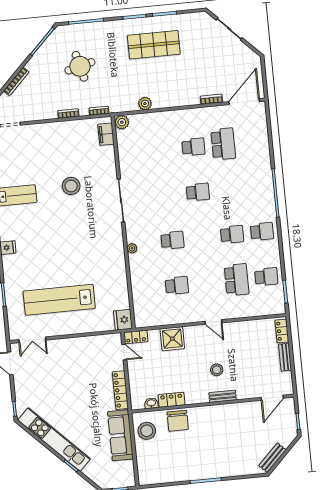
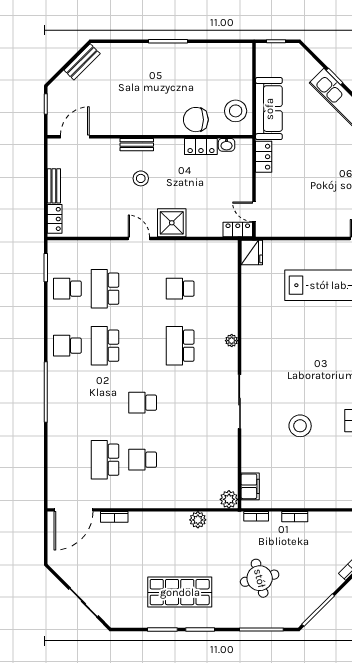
round table: (80, 66) -> (260, 578), moved
school desk: (232, 234) -> (105, 346), width x1.85
school desk: (172, 240) -> (180, 346), width x1.85
shower: (172, 339) -> (172, 223), moved
locker: (120, 390) -> (264, 157), width x0.66
chair: (178, 421) -> (196, 120), turned -90

